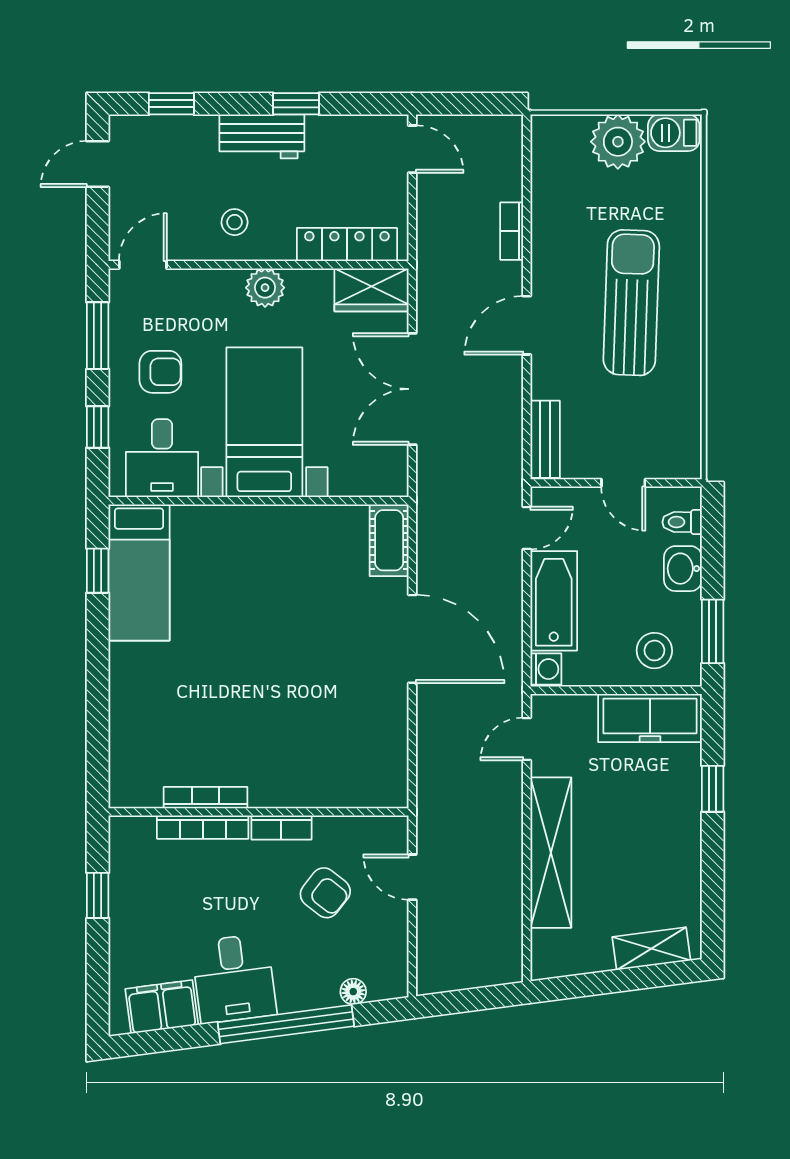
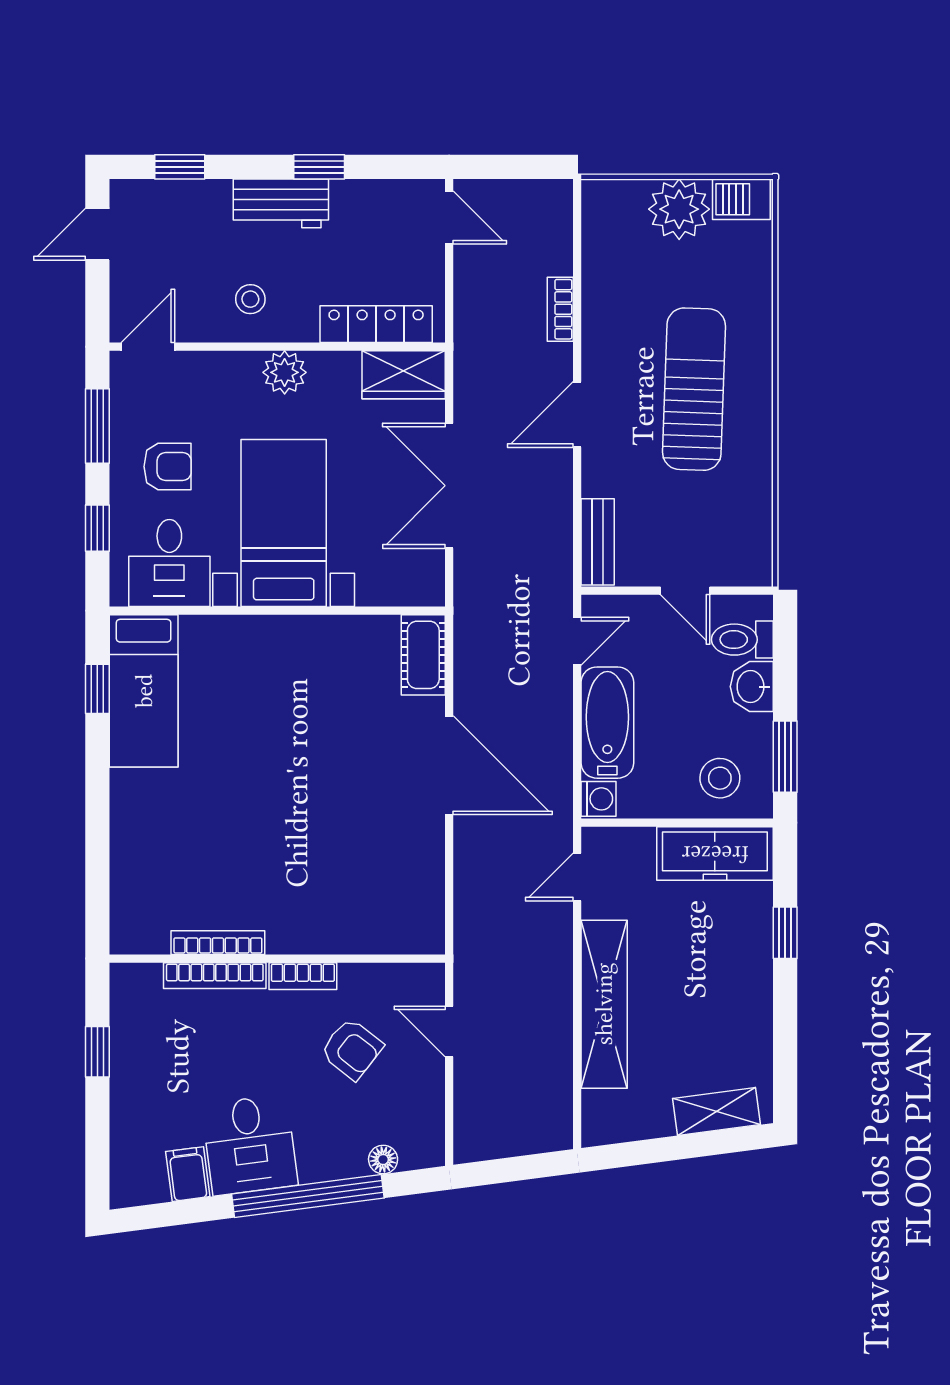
toilet: (682, 522) -> (742, 640), width x1.37, depth x1.39
filing cabinet: (162, 1007) -> (188, 1174), width x0.50

